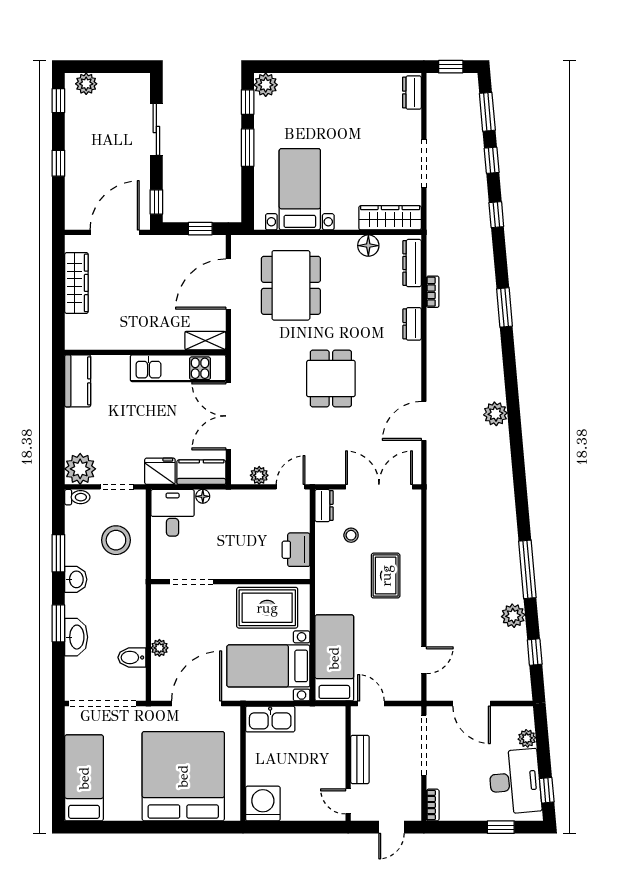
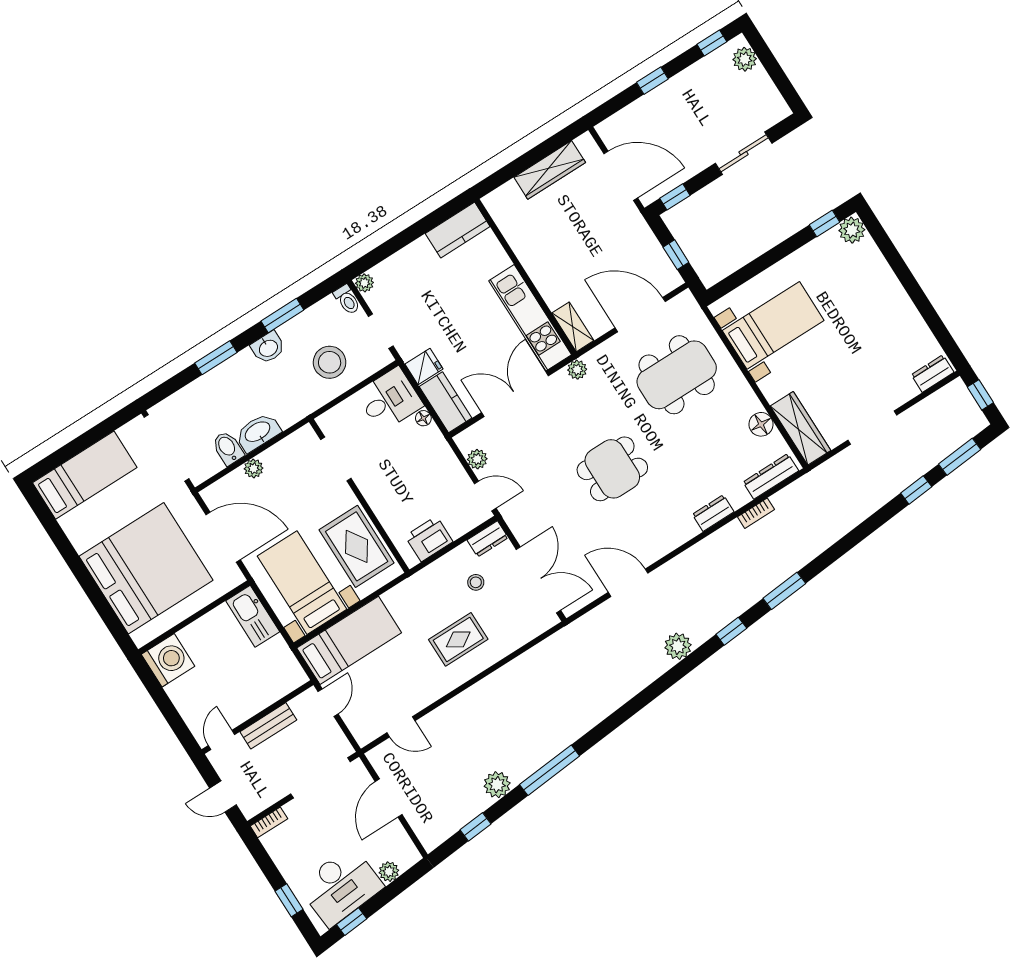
window: (248, 148) -> (781, 251), removed
window: (496, 215) -> (731, 631), moved
plant: (240, 358) -> (577, 370), added
plant: (80, 469) -> (364, 283), width x0.53, depth x0.53
fridge: (160, 471) -> (424, 366), width x0.72
washbasin: (76, 637) -> (258, 432), moved, turned 180

